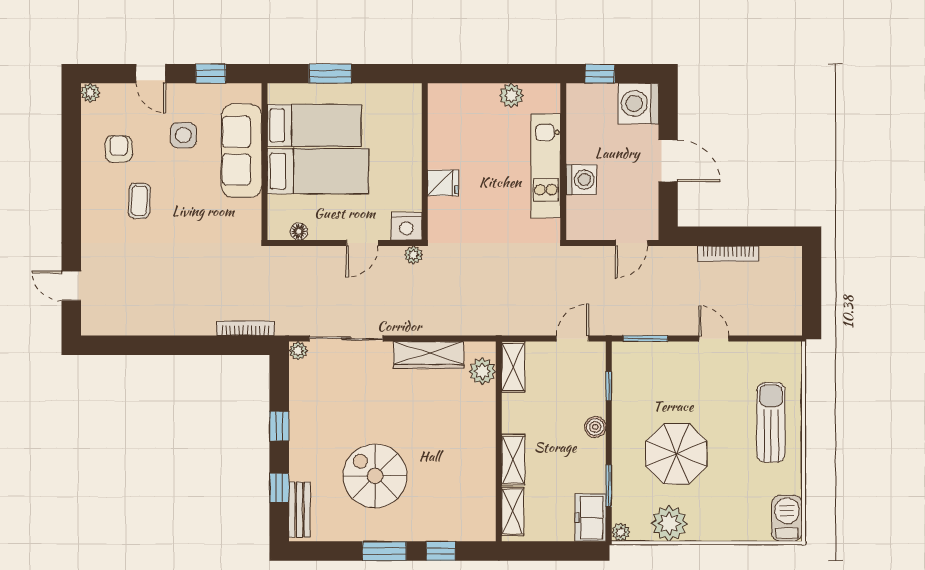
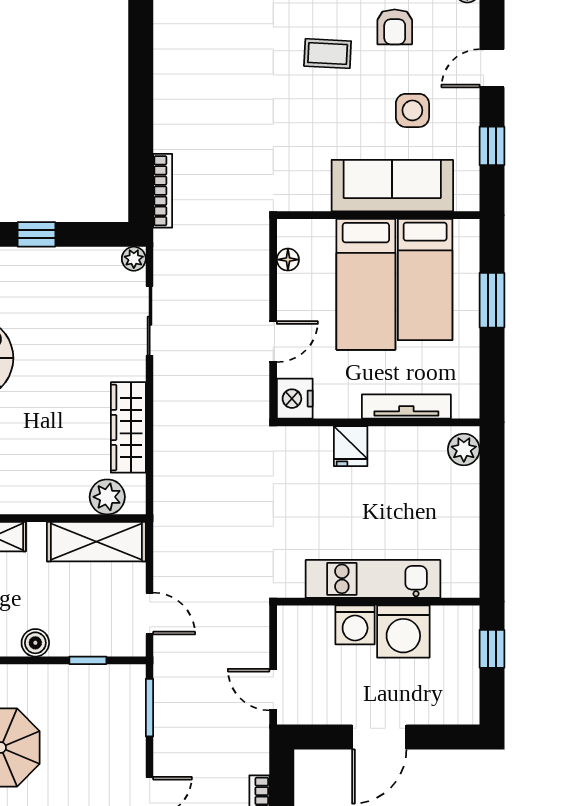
plant: (511, 95) -> (464, 449), moved
washing machine: (638, 103) -> (403, 631), moved, turned 180
tv unit: (412, 140) -> (406, 407), added
armchair: (119, 149) -> (395, 27), turned 90
door: (362, 243) -> (273, 342), swing flipped
plant: (413, 255) -> (258, 408), removed
sliding door: (346, 339) -> (150, 321), width x0.73
shelving: (513, 367) -> (96, 542), width x1.50, depth x1.33

